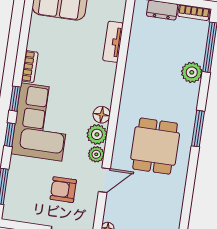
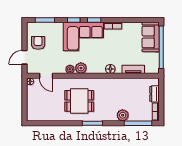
floor lamp: (102, 115) -> (110, 69), moved
door: (104, 180) -> (46, 76), moved
armchair: (63, 190) -> (38, 43), moved

